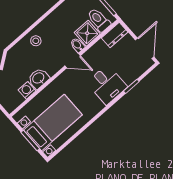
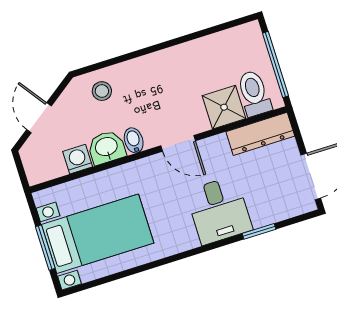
dresser: (115, 35) -> (260, 134), width x1.44
stool: (36, 41) -> (102, 91), moved
bidet: (77, 45) -> (134, 140), moved

